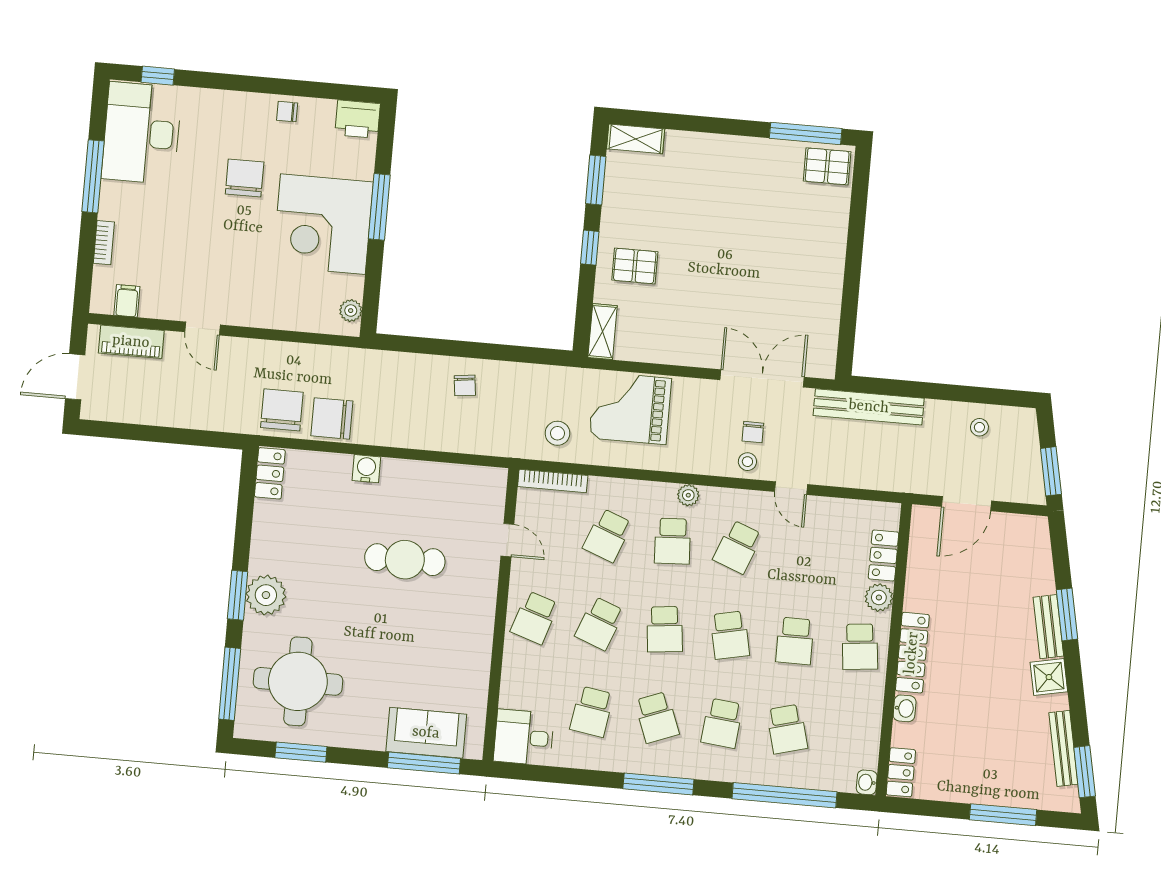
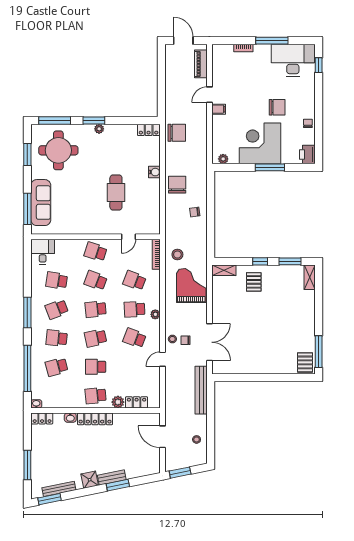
filing cabinet: (127, 301) -> (219, 109), moved
chair: (332, 418) -> (177, 185), moved
plant: (266, 595) -> (99, 129), width x0.53, depth x0.53
sofa: (426, 733) -> (41, 203), width x1.36

